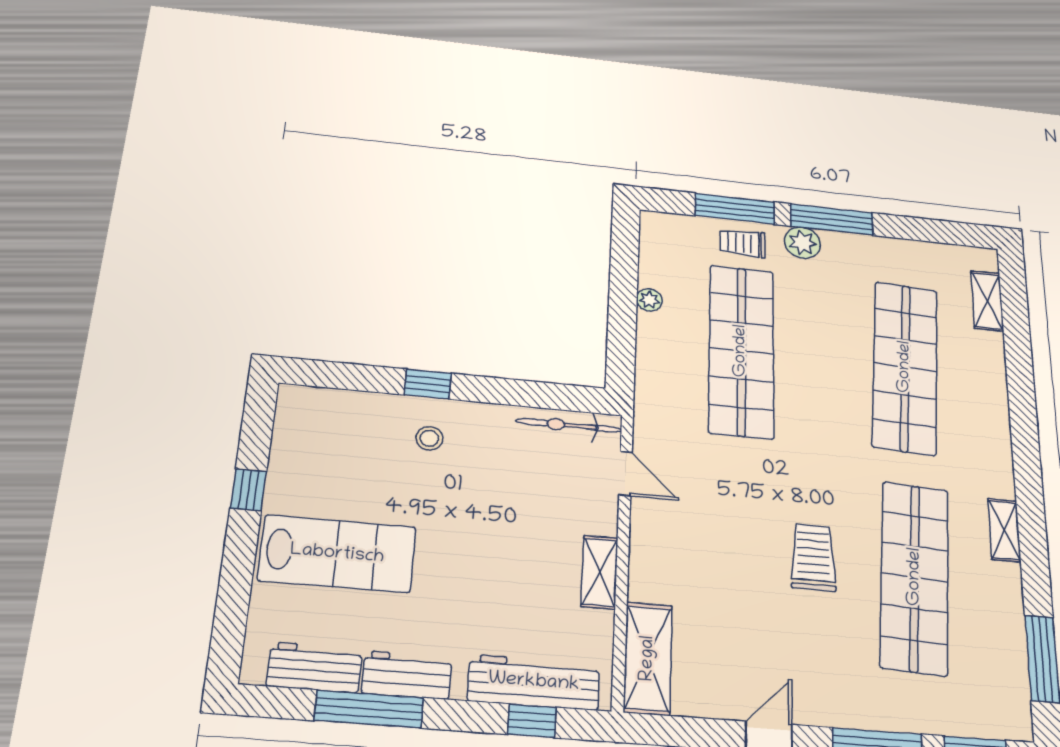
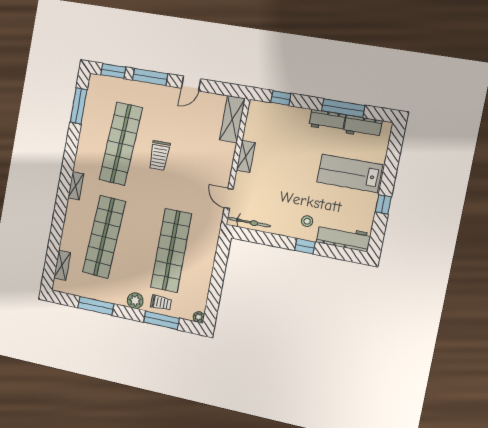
window: (832, 220) -> (96, 306), moved
plant: (649, 300) -> (199, 317), moved
shelving: (1004, 530) -> (76, 186), moved
workbench: (534, 682) -> (344, 238), moved, turned 180

